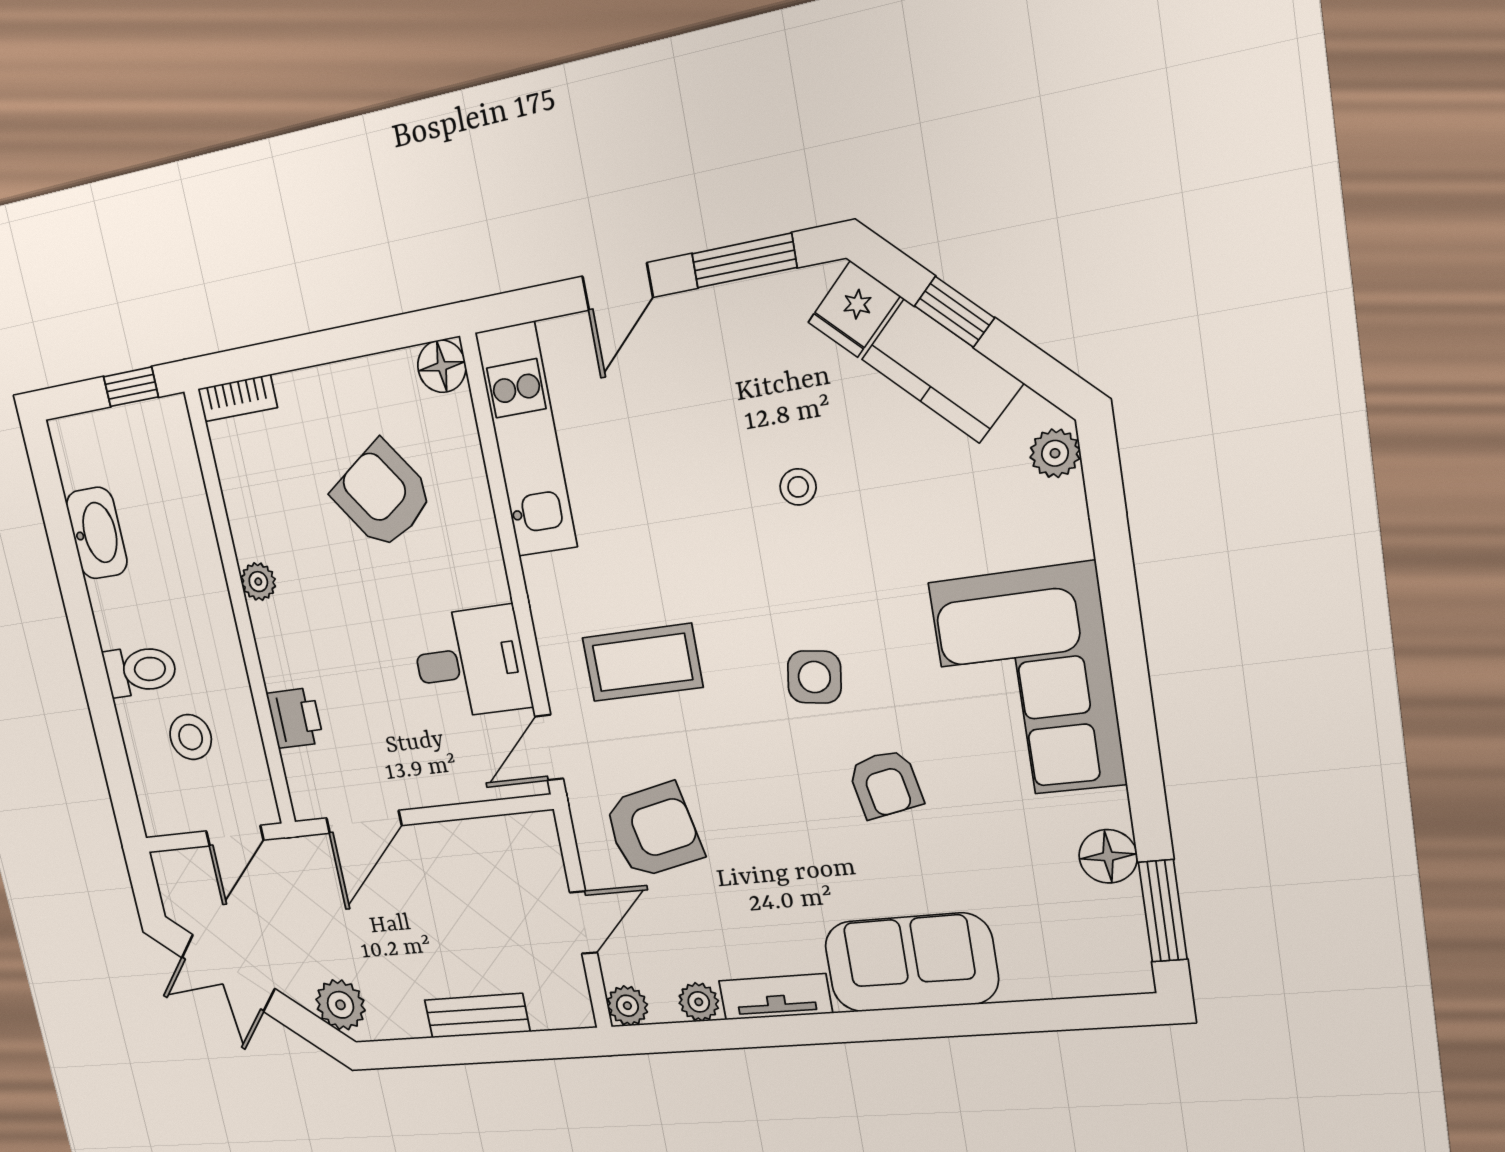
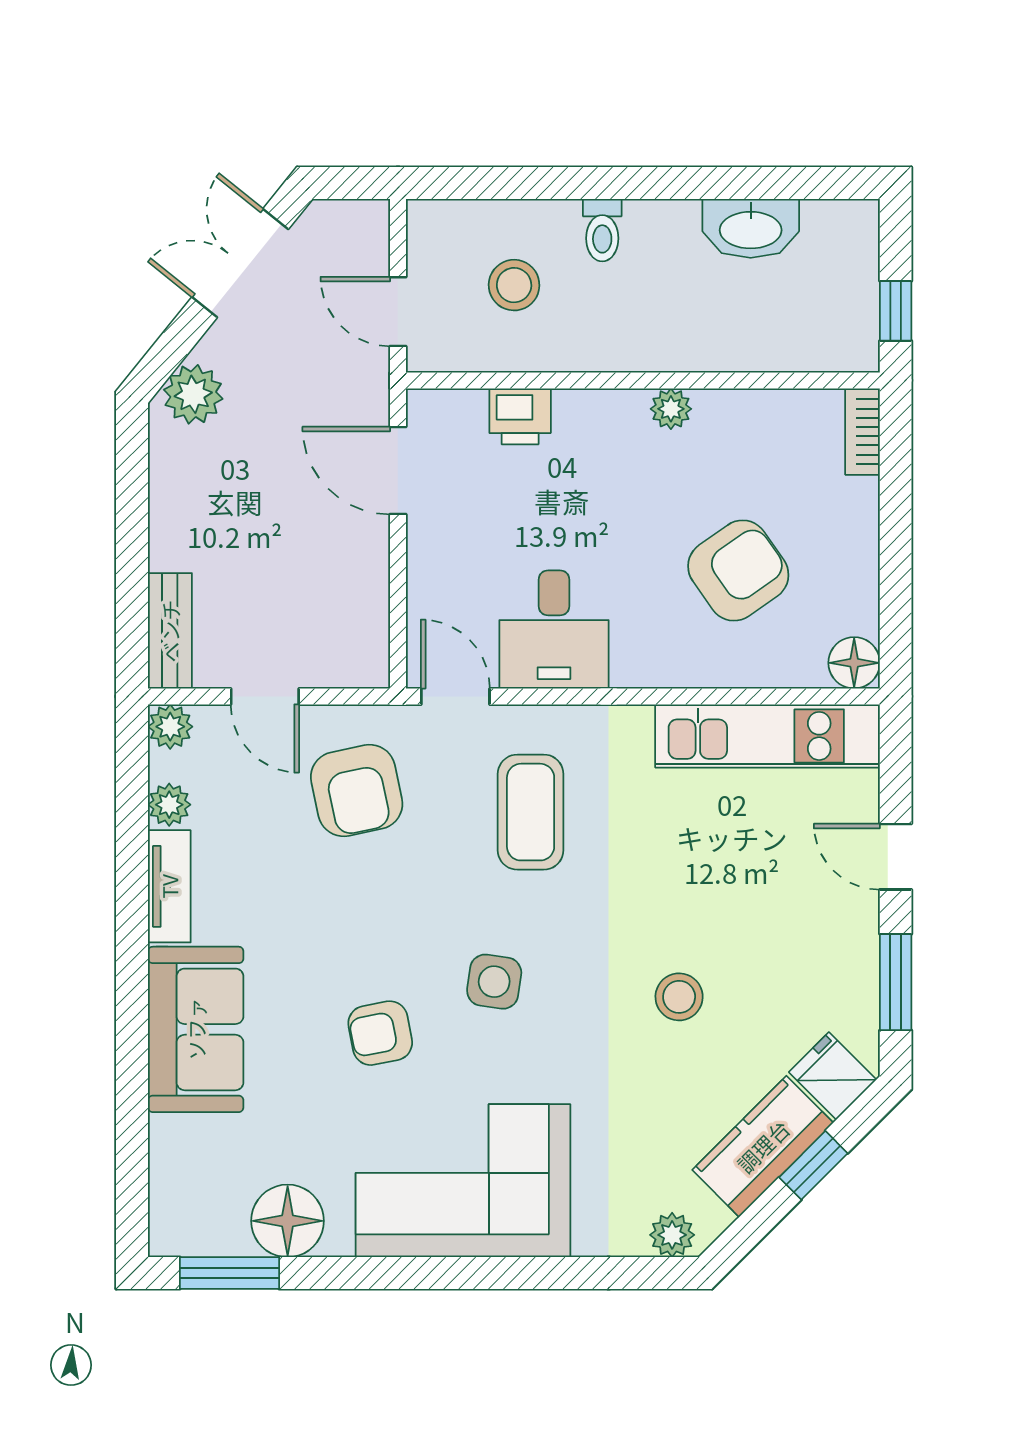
stool: (798, 487) -> (679, 997), width x1.37, depth x1.37
toilet: (140, 670) -> (602, 230), width x0.73, depth x0.72
floor lamp: (1108, 856) -> (288, 1221), width x1.38, depth x1.38
bench: (477, 1016) -> (170, 631), moved

